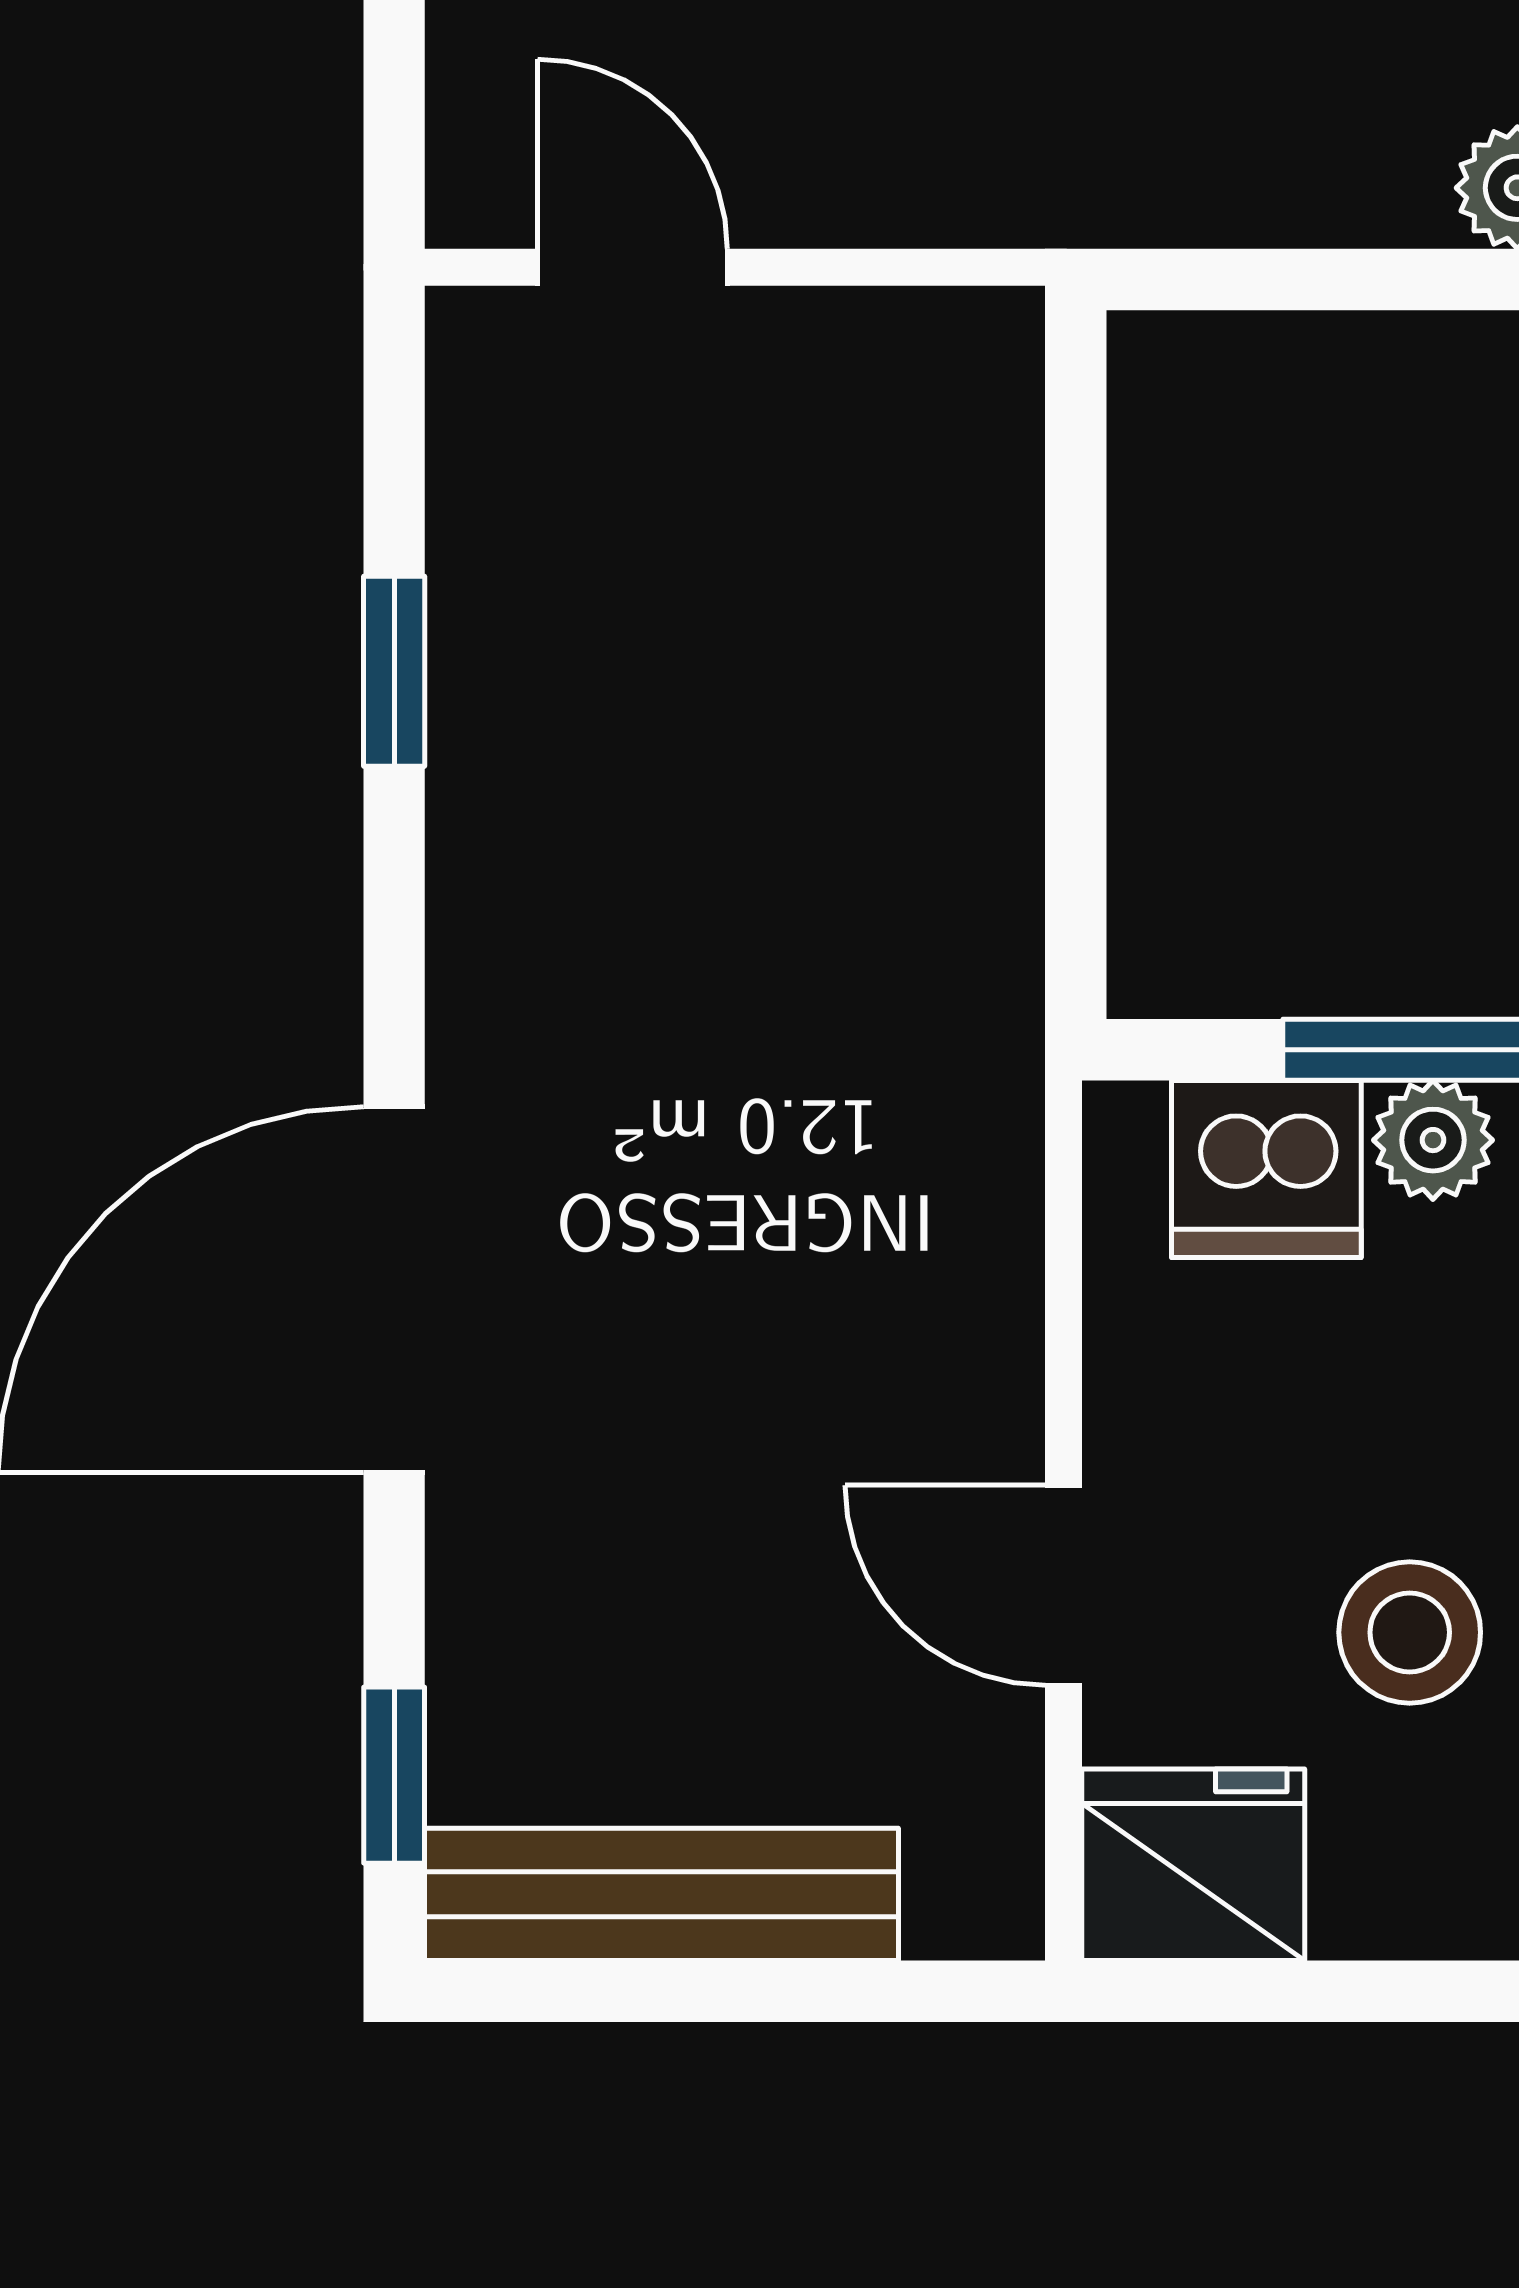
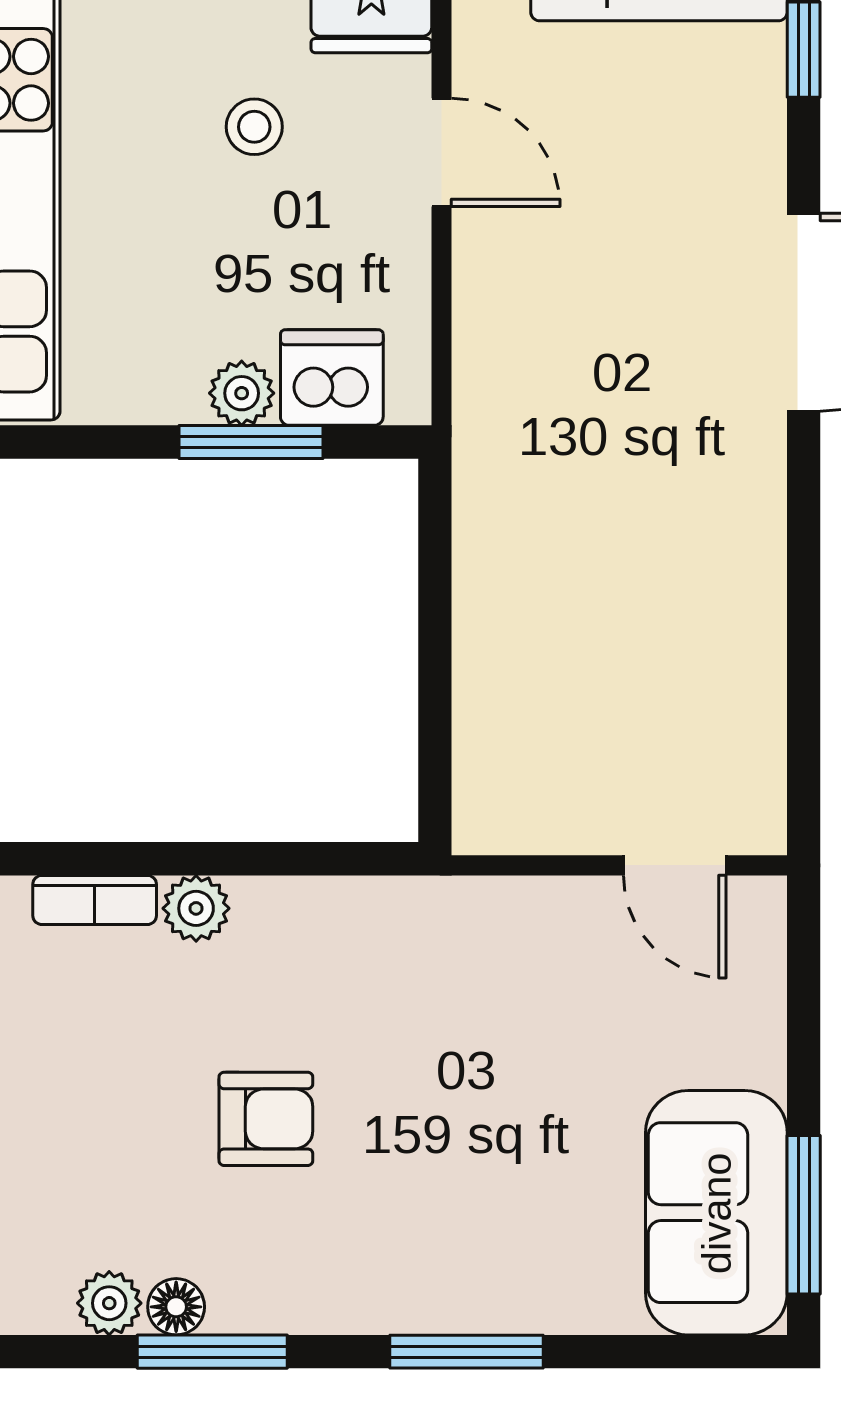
window: (394, 671) -> (804, 647), removed
stool: (1410, 1632) -> (254, 127), width x0.73, depth x0.73

